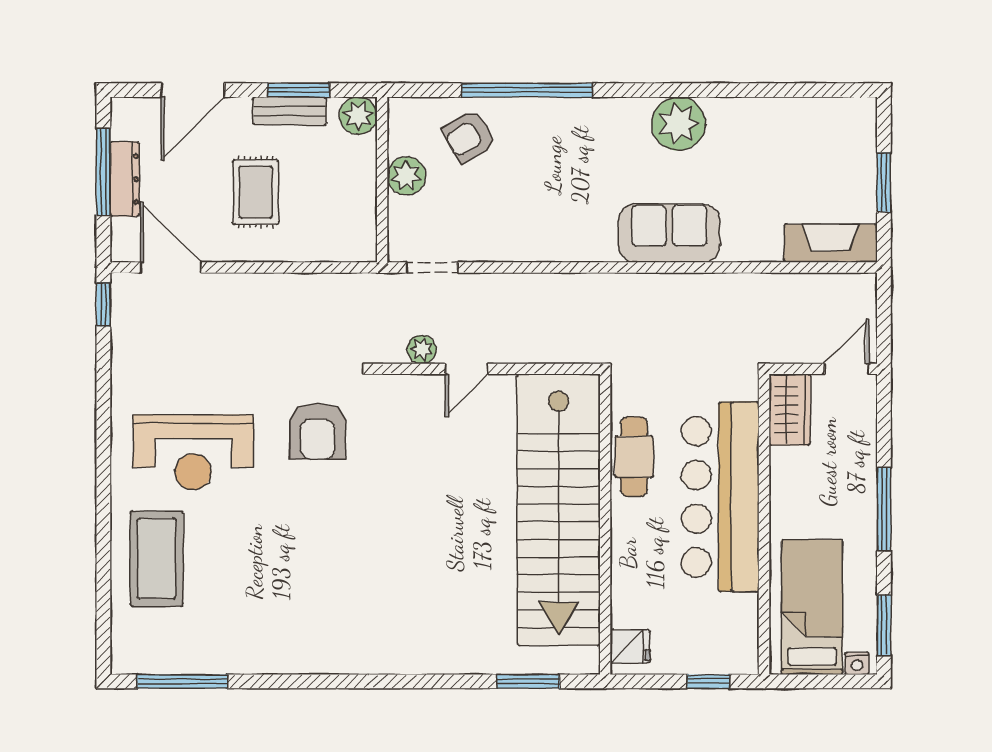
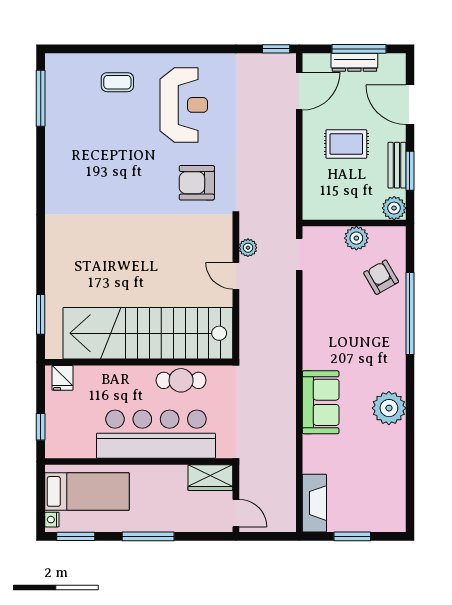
reception desk: (193, 452) -> (184, 105), turned 180
coffee table: (157, 559) -> (117, 82), width x0.54, depth x0.58

